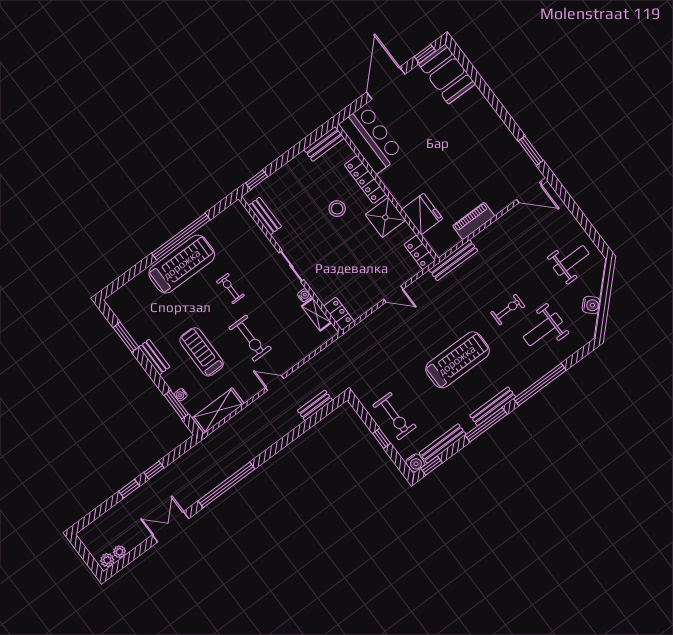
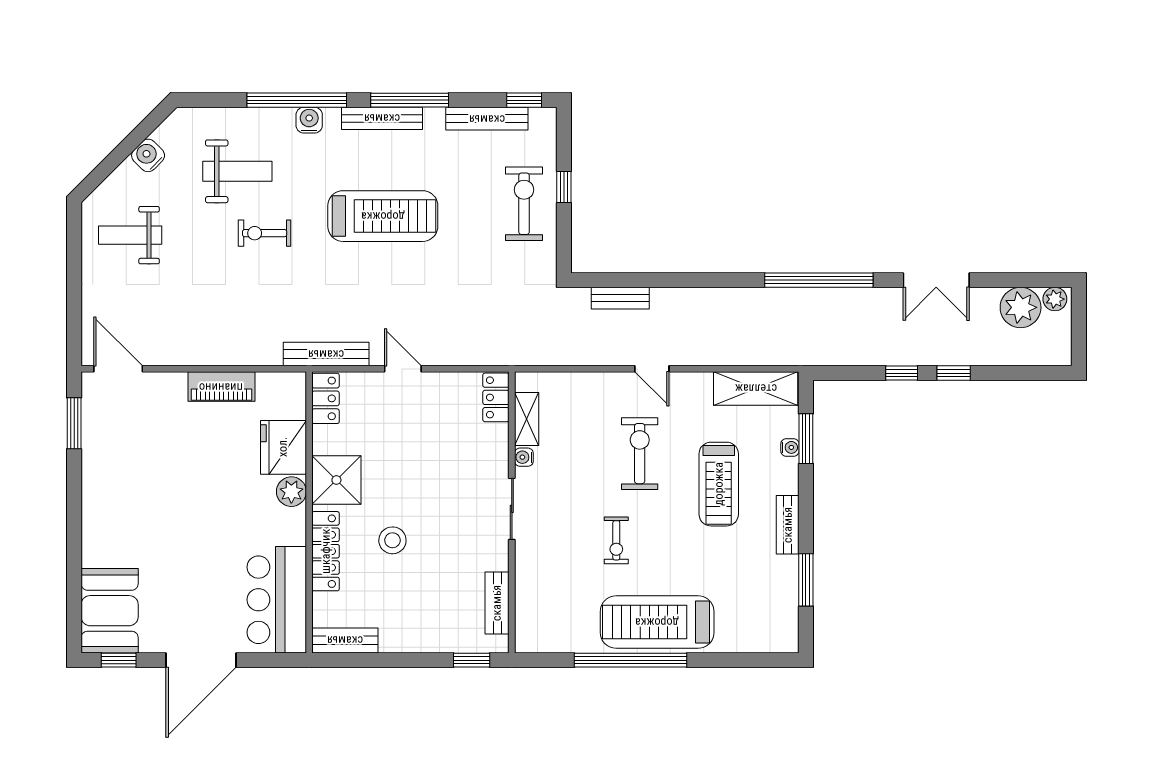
plant: (403, 196) -> (291, 492), added
bench: (453, 260) -> (326, 354), moved
treadmill: (457, 360) -> (383, 216), turned 180
water cooler: (415, 463) -> (309, 120), moved
plant: (119, 552) -> (1021, 307), width x1.88, depth x1.88

